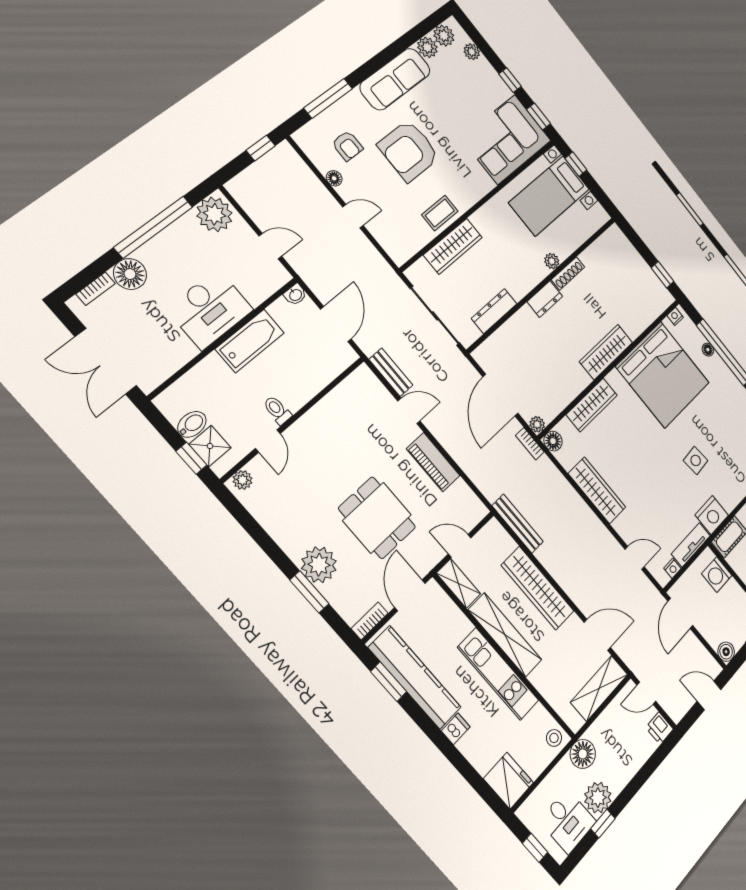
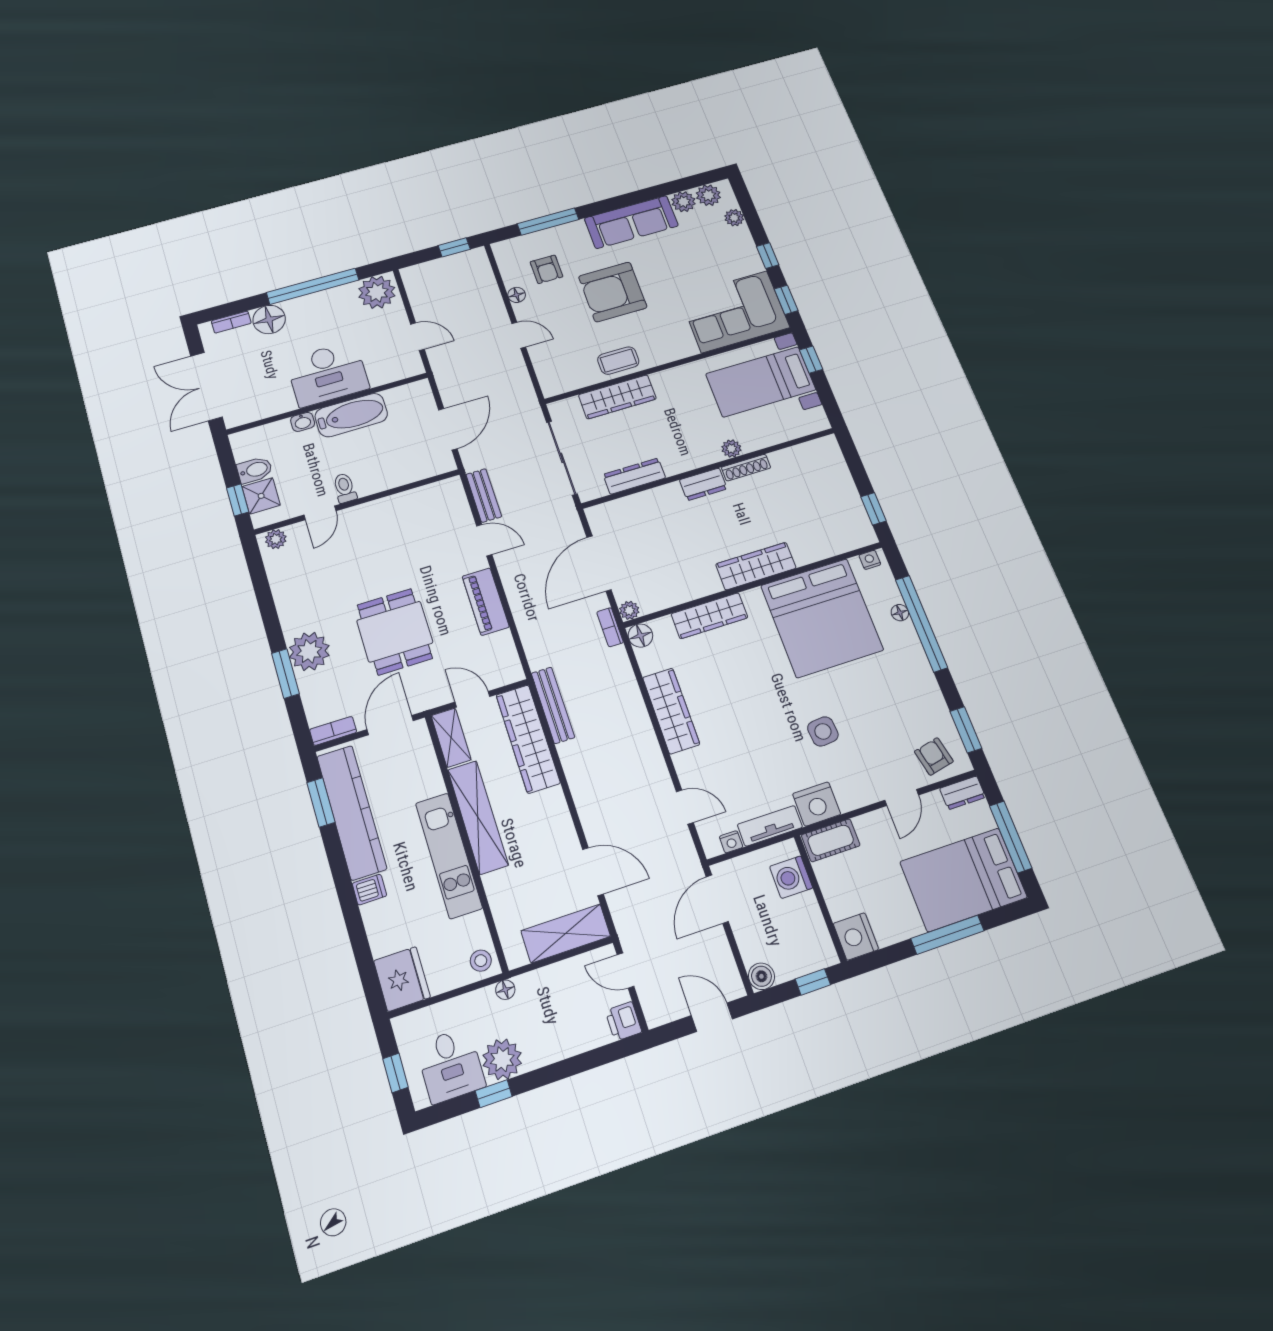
washbasin: (295, 295) -> (303, 422), moved
wardrobe: (538, 588) -> (528, 739), moved
floor lamp: (583, 754) -> (505, 990), width x0.53, depth x0.53

